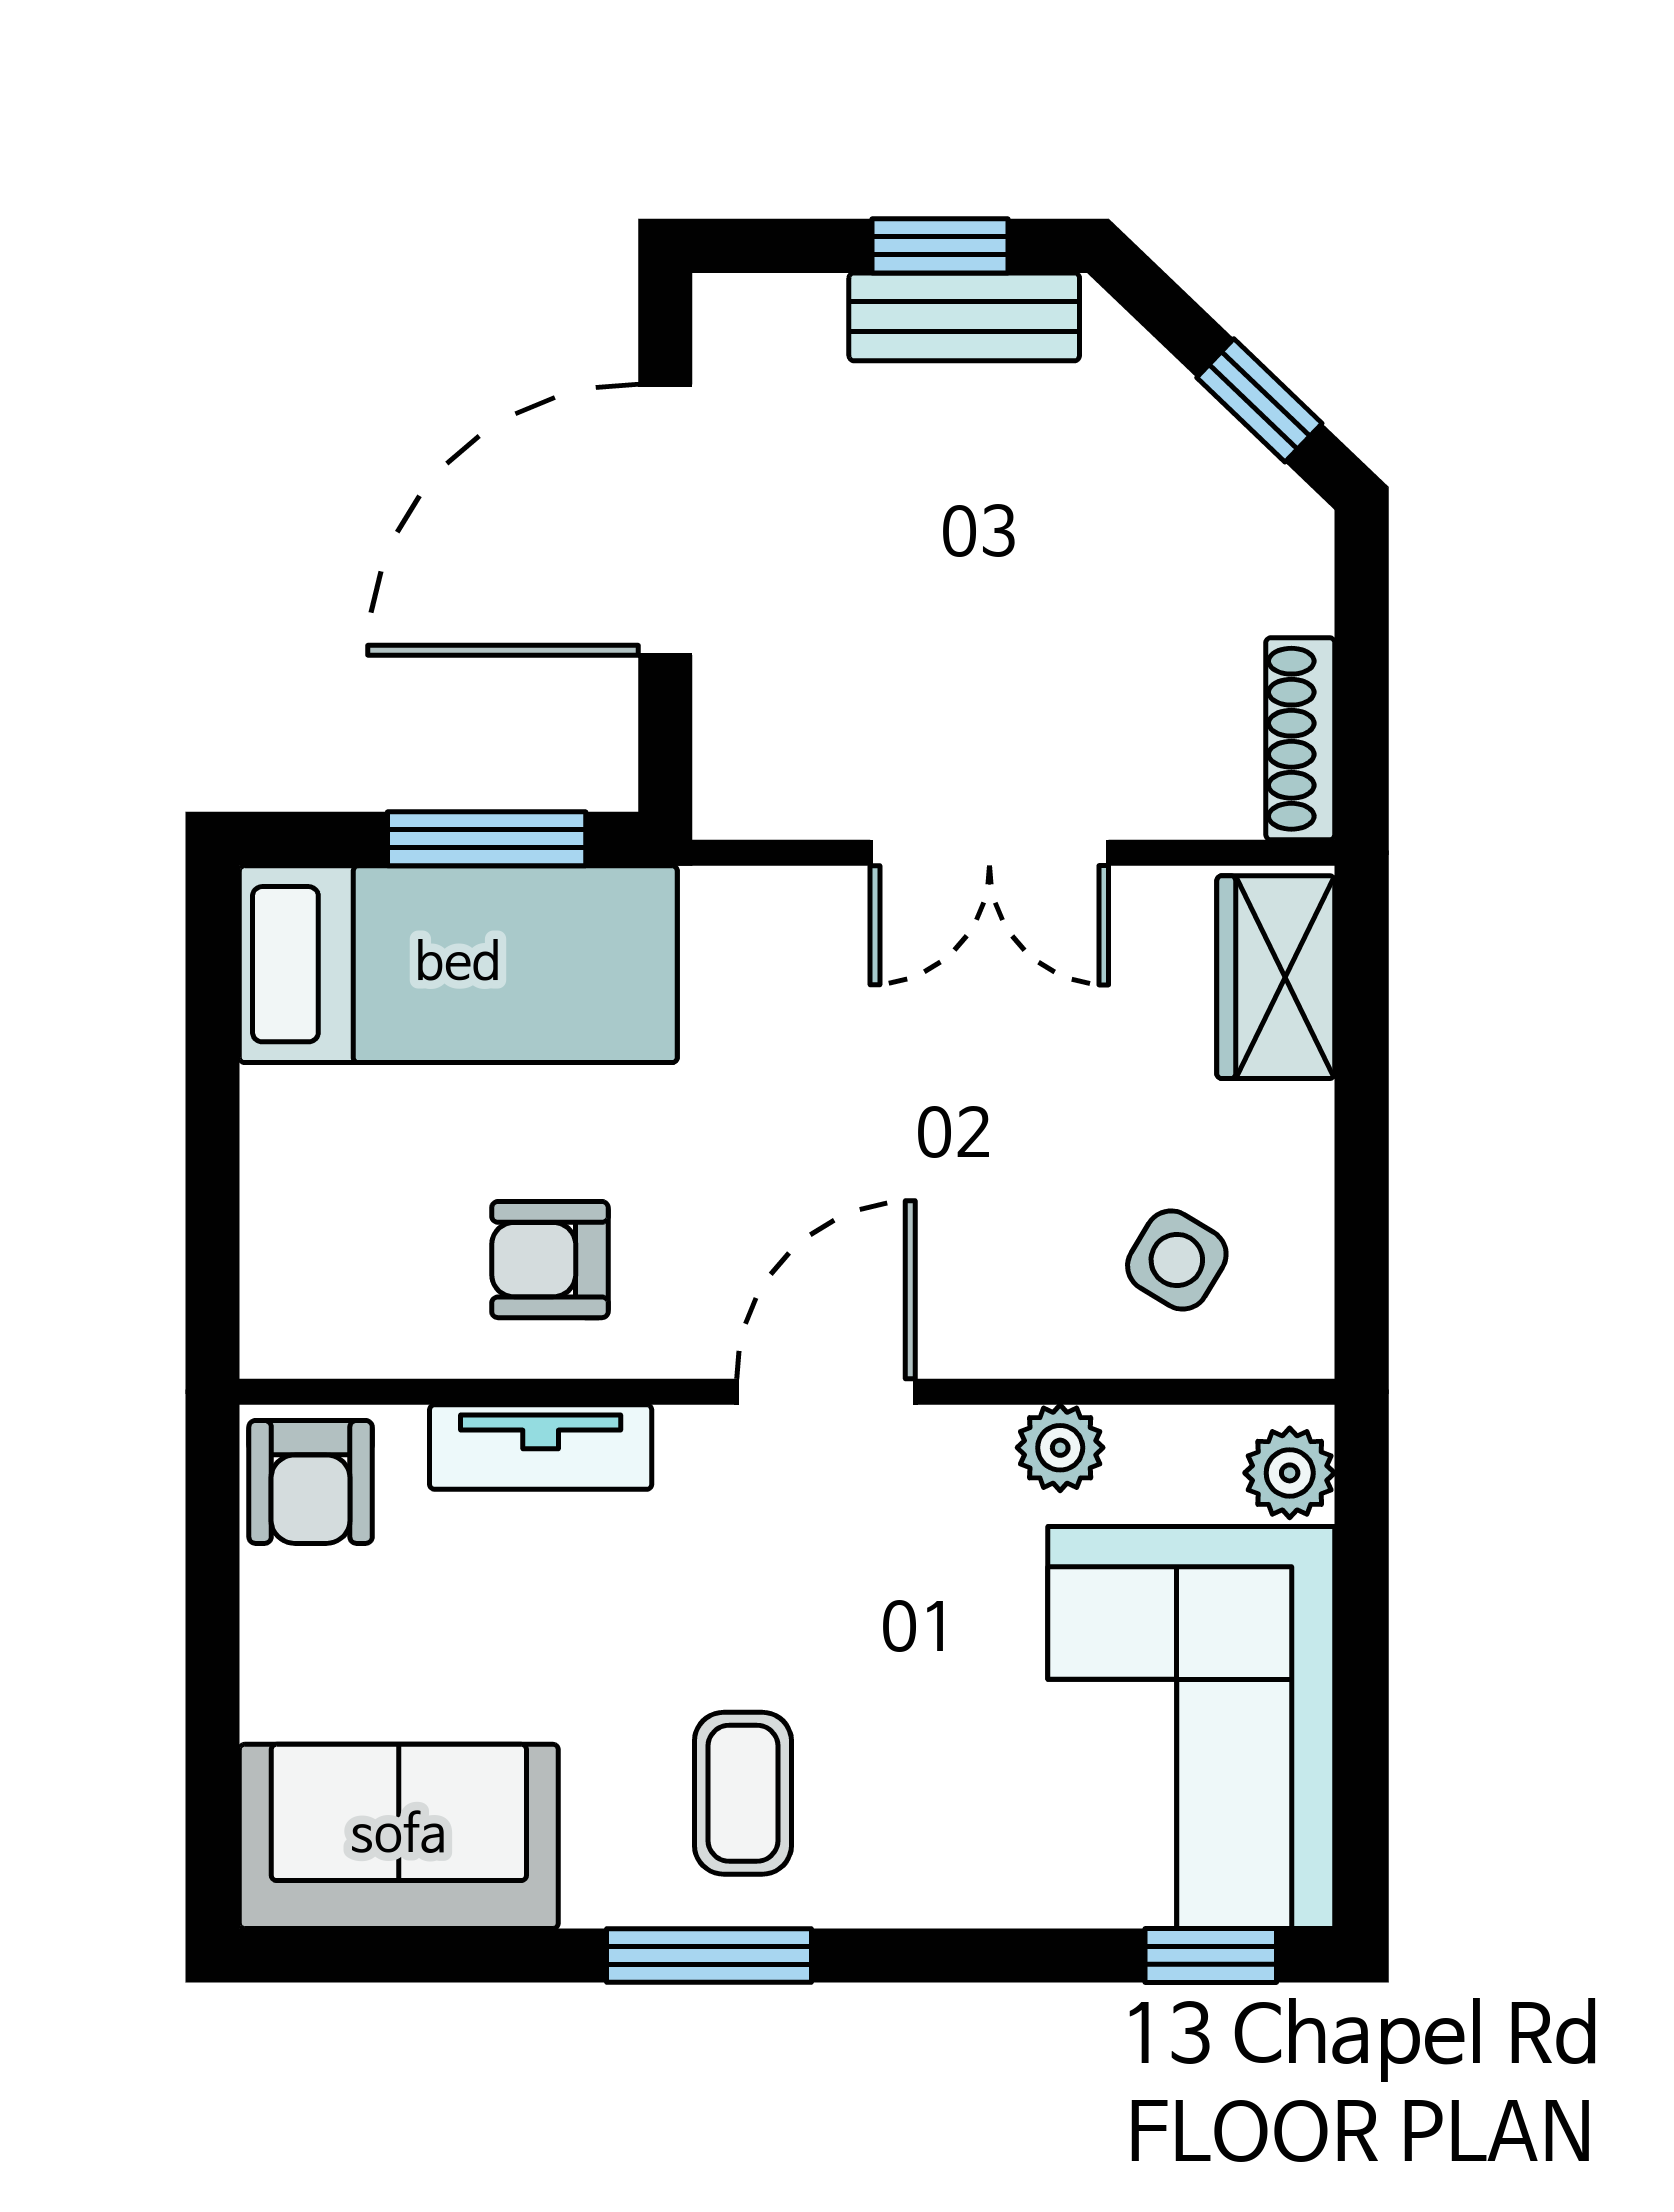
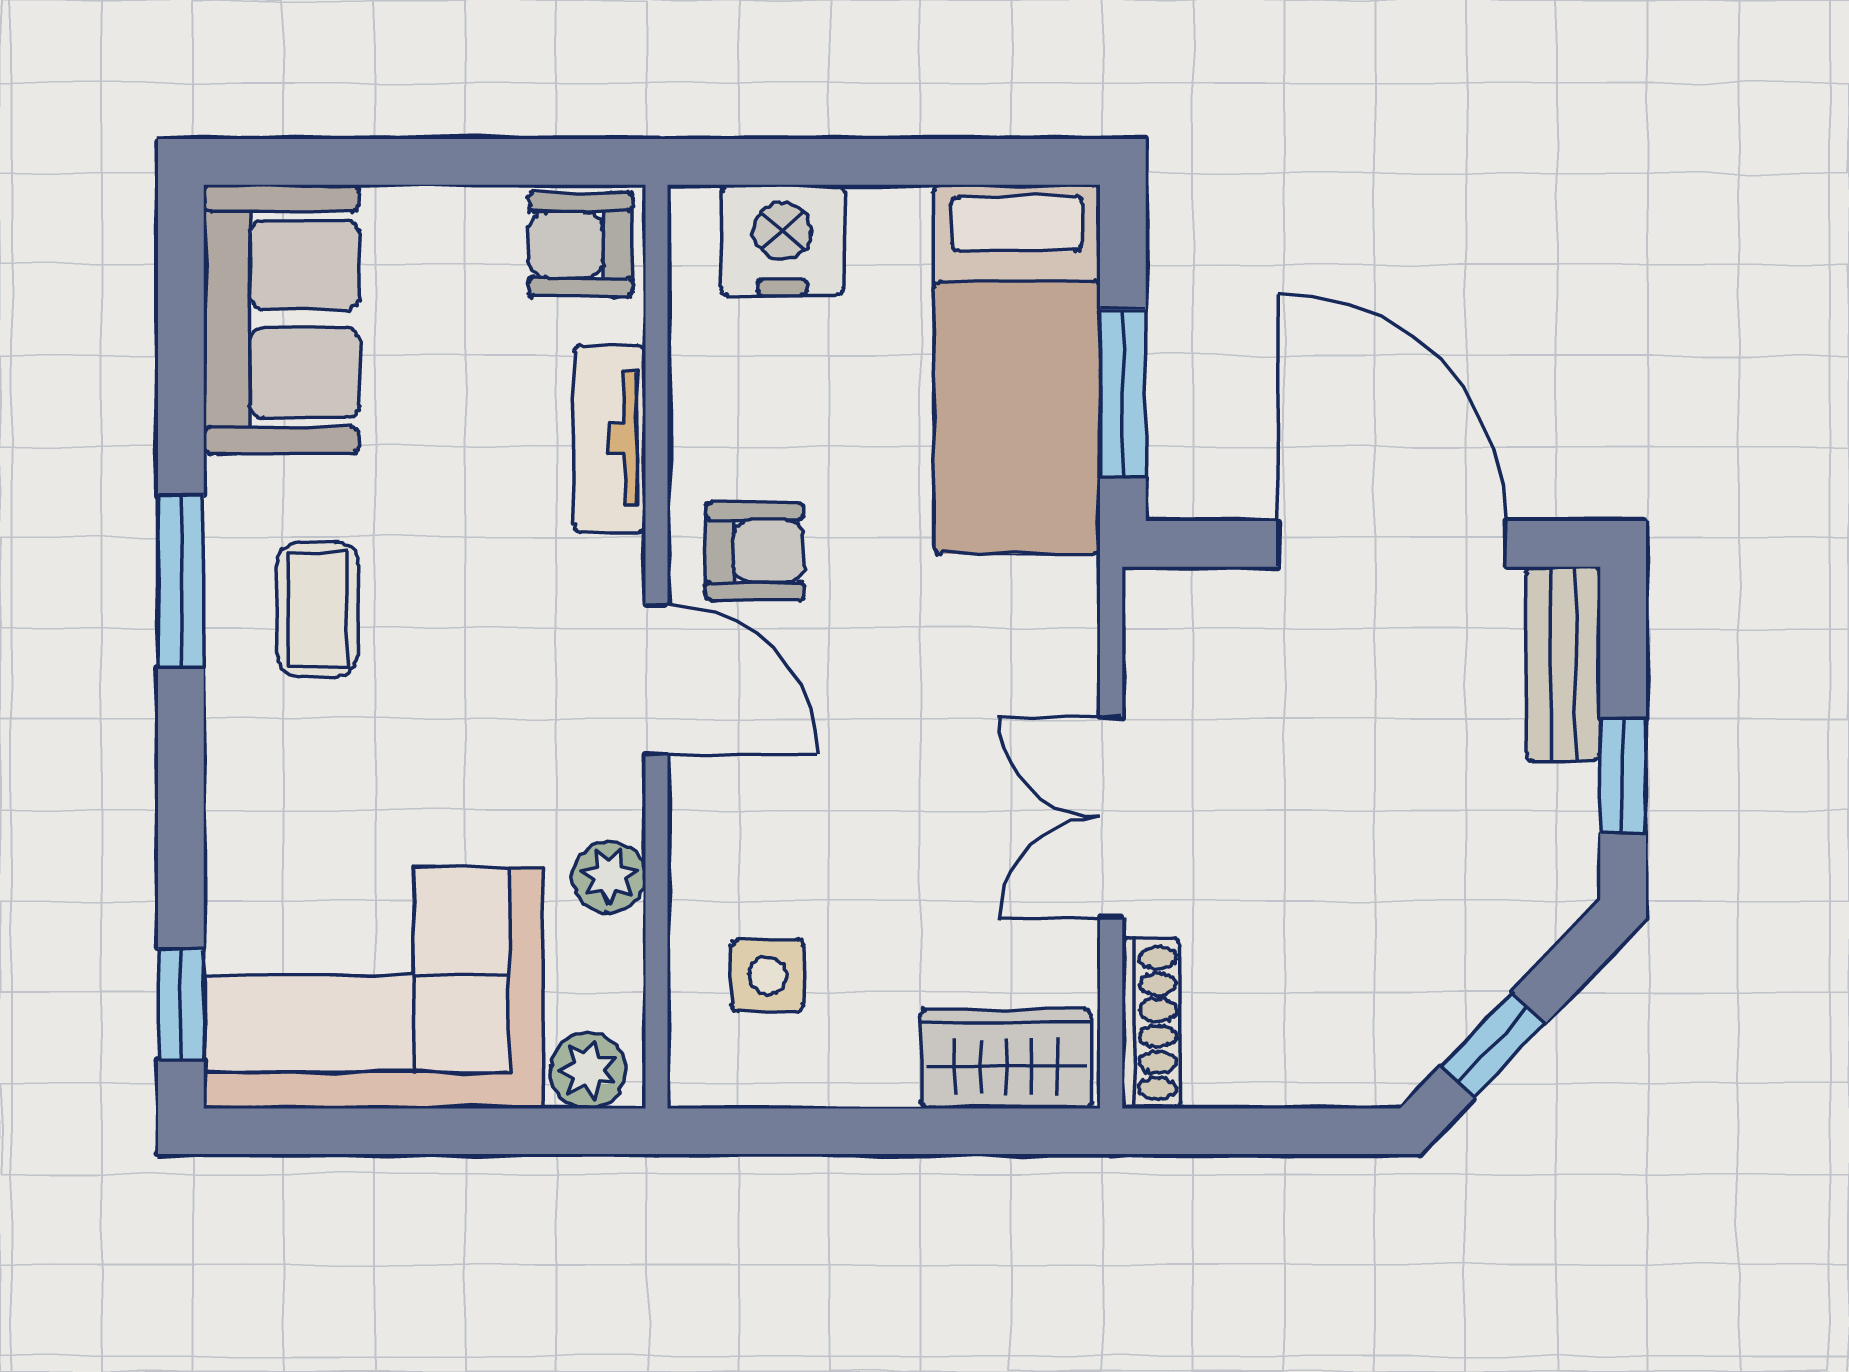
bench: (964, 317) -> (1563, 664), moved
shoe rack: (1300, 739) -> (1151, 1023), moved, turned 90
nightstand: (305, 1242) -> (782, 240), added
armchair: (550, 1260) -> (755, 551), moved, turned 90
side table: (1177, 1260) -> (768, 975), turned -31
coffee table: (743, 1793) -> (318, 609), turned 90

